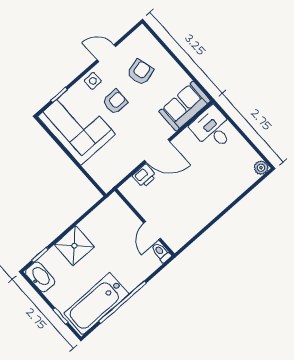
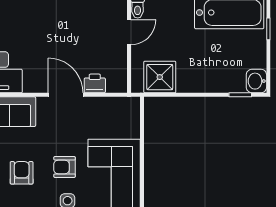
armchair: (140, 72) -> (22, 173), turned 105
shower: (74, 246) -> (160, 77), moved
washbasin: (40, 277) -> (256, 81), width x0.72

